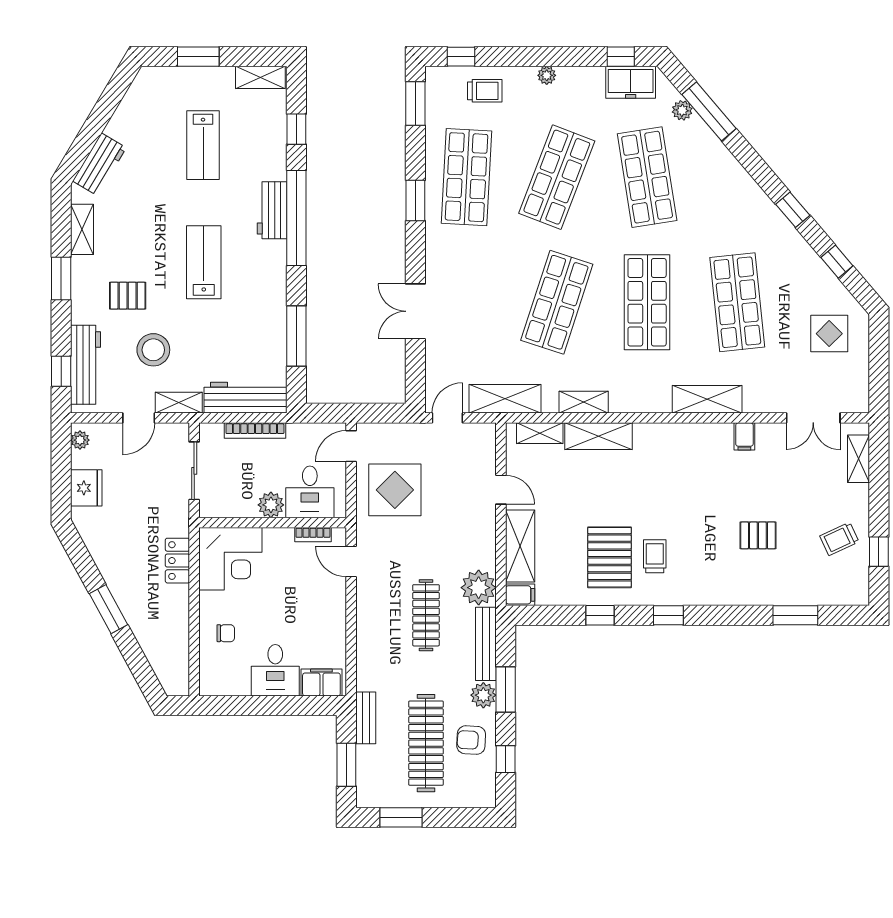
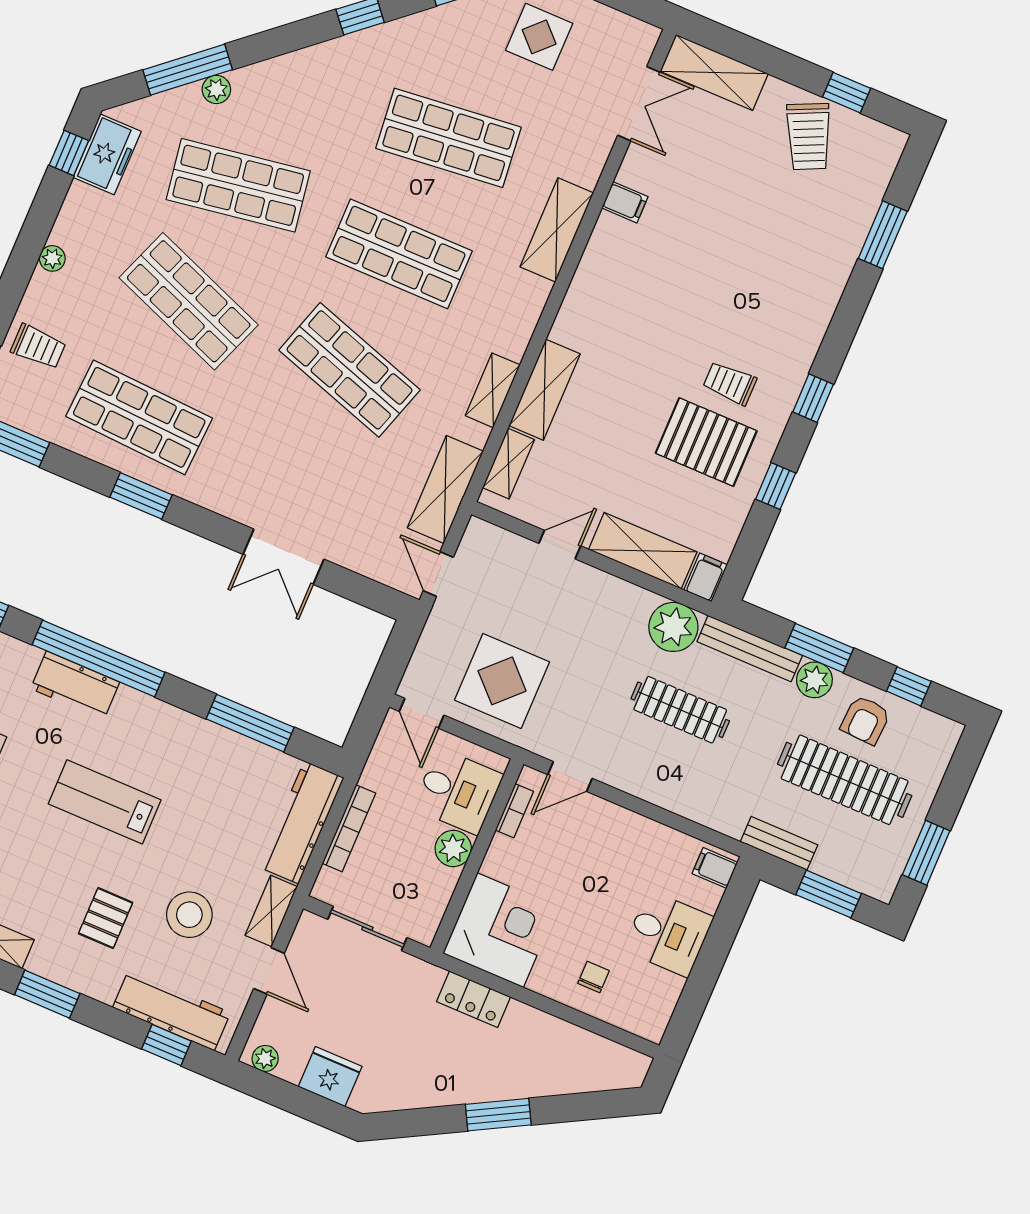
trolley: (485, 91) -> (38, 347), turned 90
plant: (682, 110) -> (216, 89), moved
shelving: (858, 459) -> (714, 72), width x1.50, depth x1.33
pallet: (758, 535) -> (760, 239), removed
trolley: (839, 539) -> (809, 136), width x1.36, depth x1.39
filing cabinet: (321, 683) -> (715, 868), width x0.50

